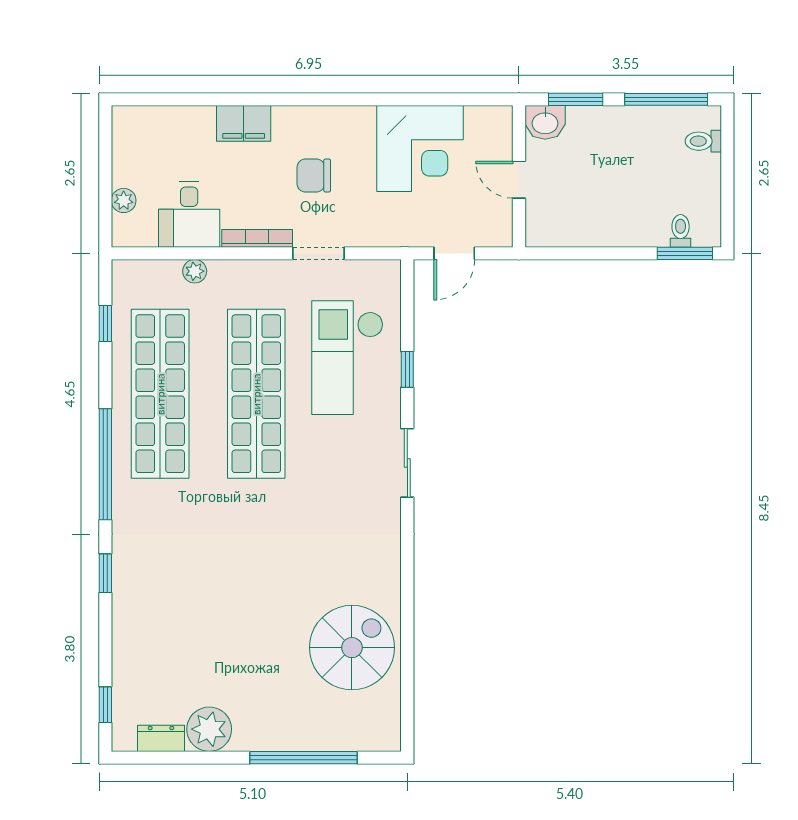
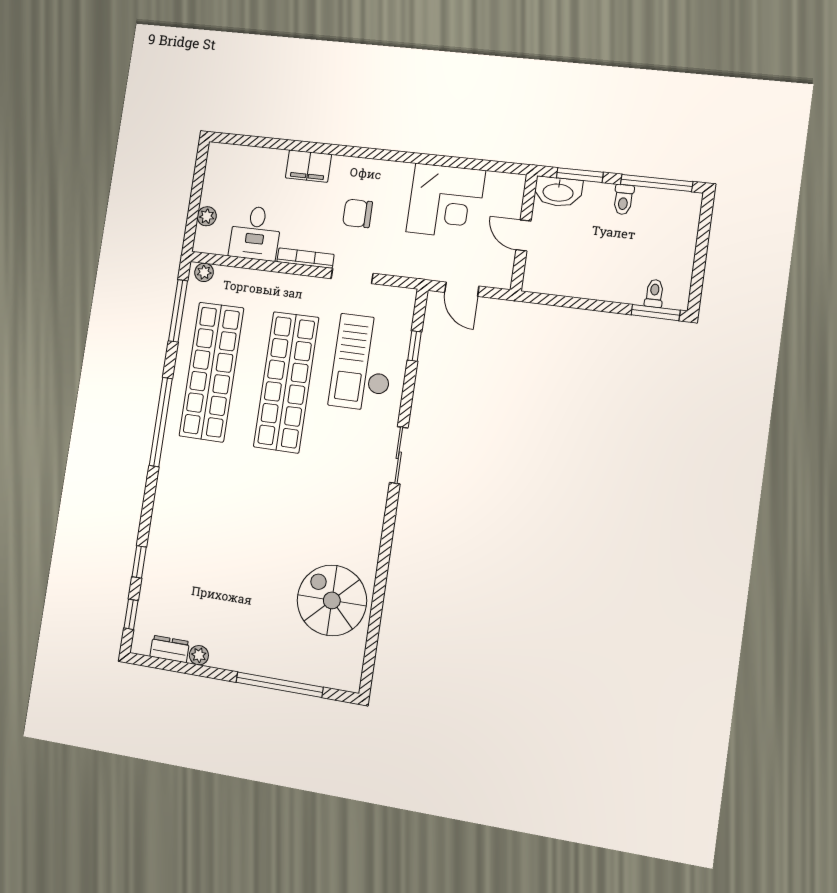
washbasin: (545, 122) -> (558, 192), width x1.38
toilet: (703, 141) -> (623, 200), moved, turned -90
door: (454, 253) -> (462, 289), hinge flipped
plant: (195, 271) -> (204, 272), moved
window: (105, 323) -> (178, 311), width x2.17
window: (407, 369) -> (414, 346), moved
window: (105, 573) -> (139, 562), moved
spiral stairs: (352, 648) -> (332, 600), turned -90
plant: (209, 729) -> (199, 655), width x0.53, depth x0.53

